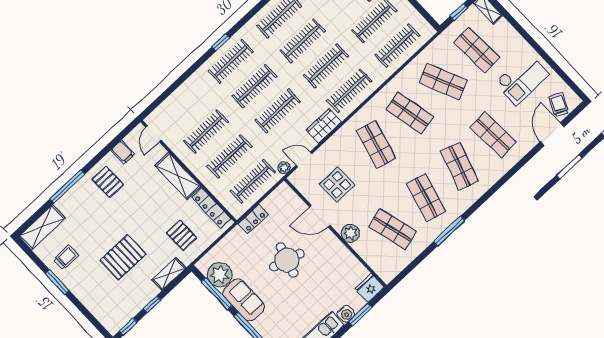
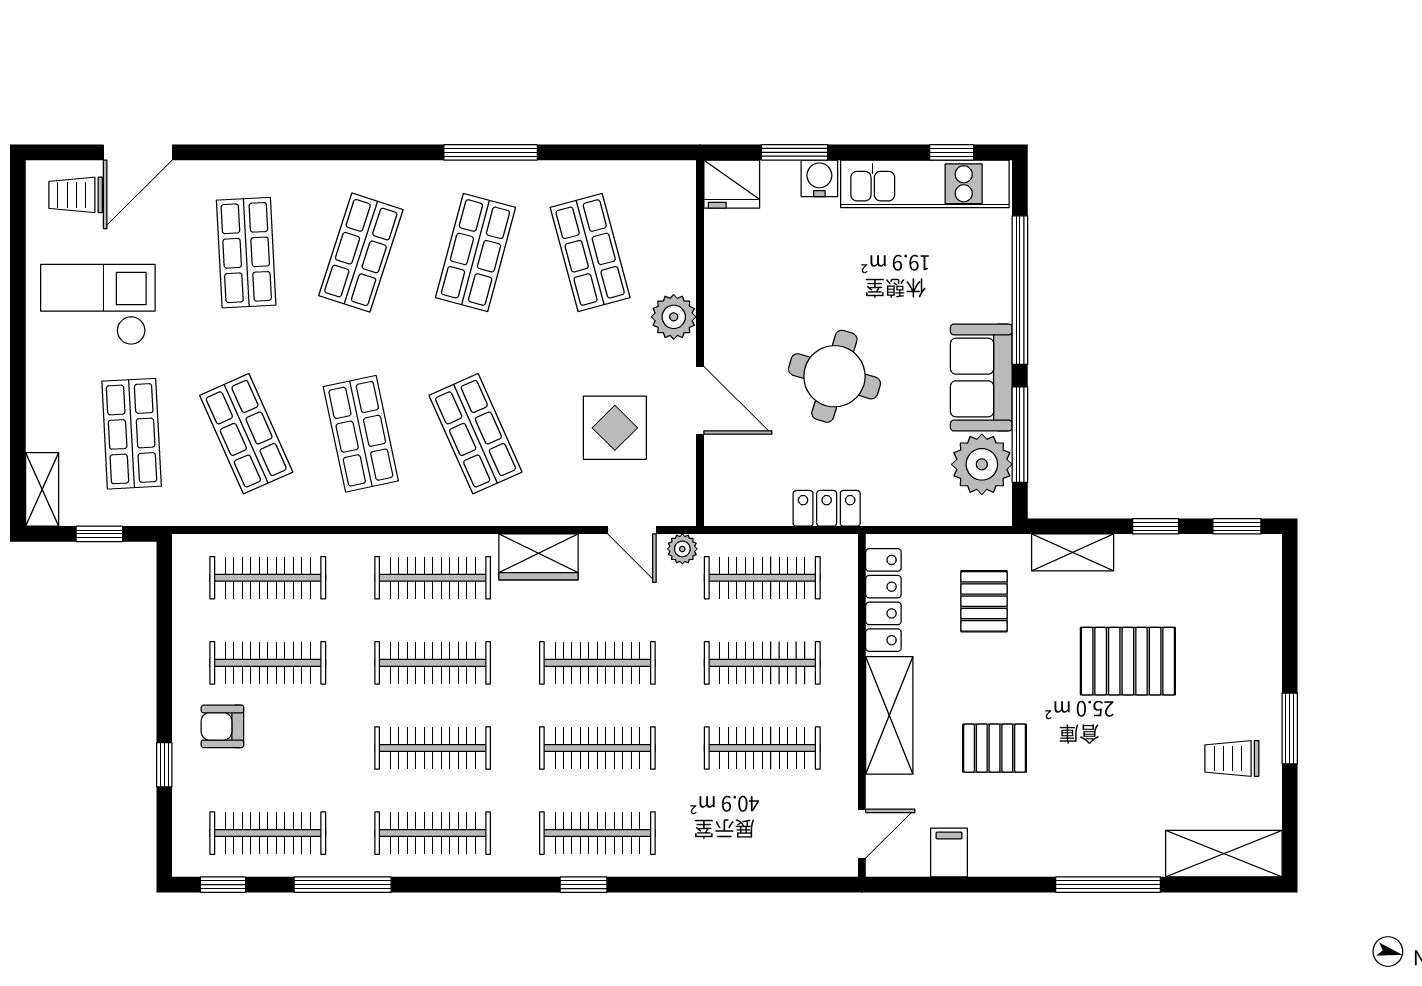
trolley: (559, 105) -> (76, 195), turned 65
shop shelf: (376, 145) -> (475, 434), turned -39
pallet: (108, 182) -> (995, 748), moved, turned 90

